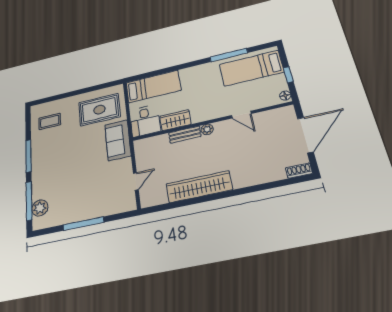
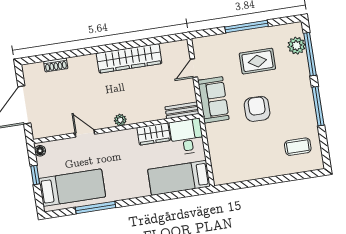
rug: (99, 110) -> (257, 61), moved, width x0.73, depth x0.70
bench: (185, 135) -> (182, 110), moved
sofa: (118, 140) -> (213, 100), moved
armchair: (81, 149) -> (257, 109), added
shoe rack: (299, 171) -> (56, 65), moved

